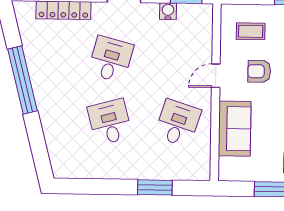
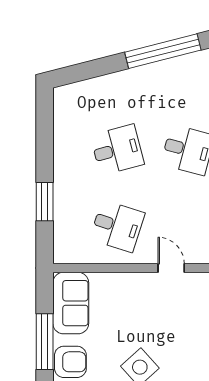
armchair: (259, 71) -> (177, 317), removed
sofa: (235, 129) -> (71, 303), moved, turned -90

